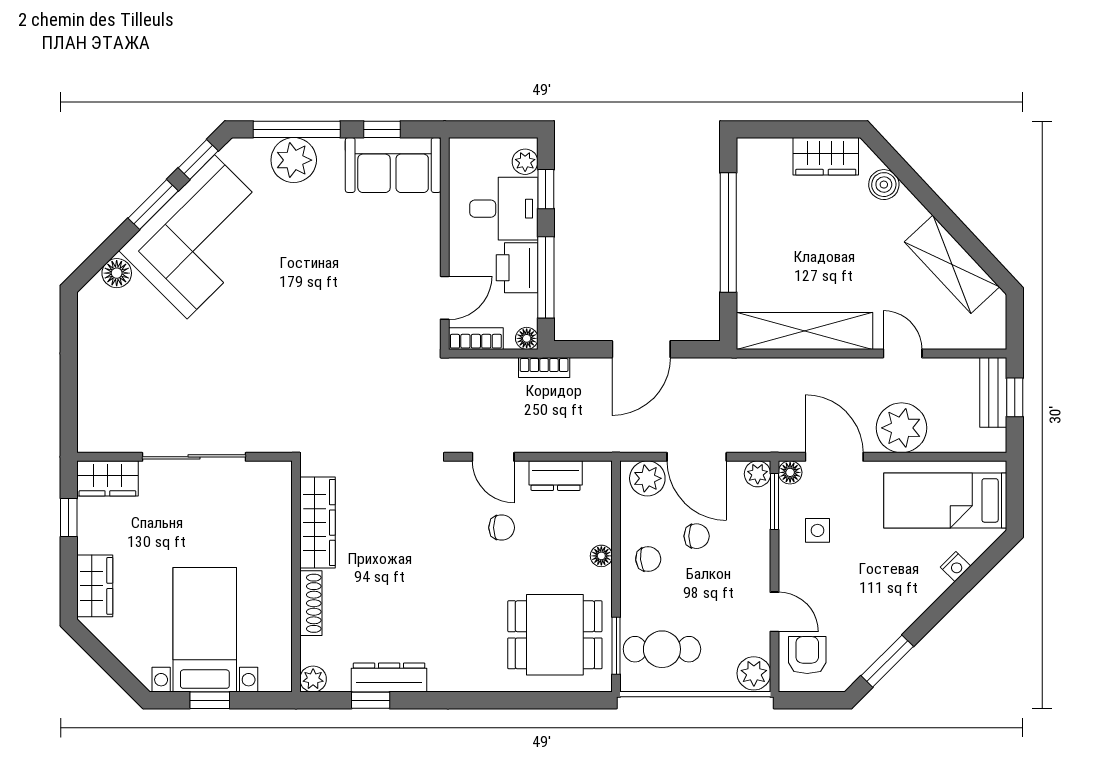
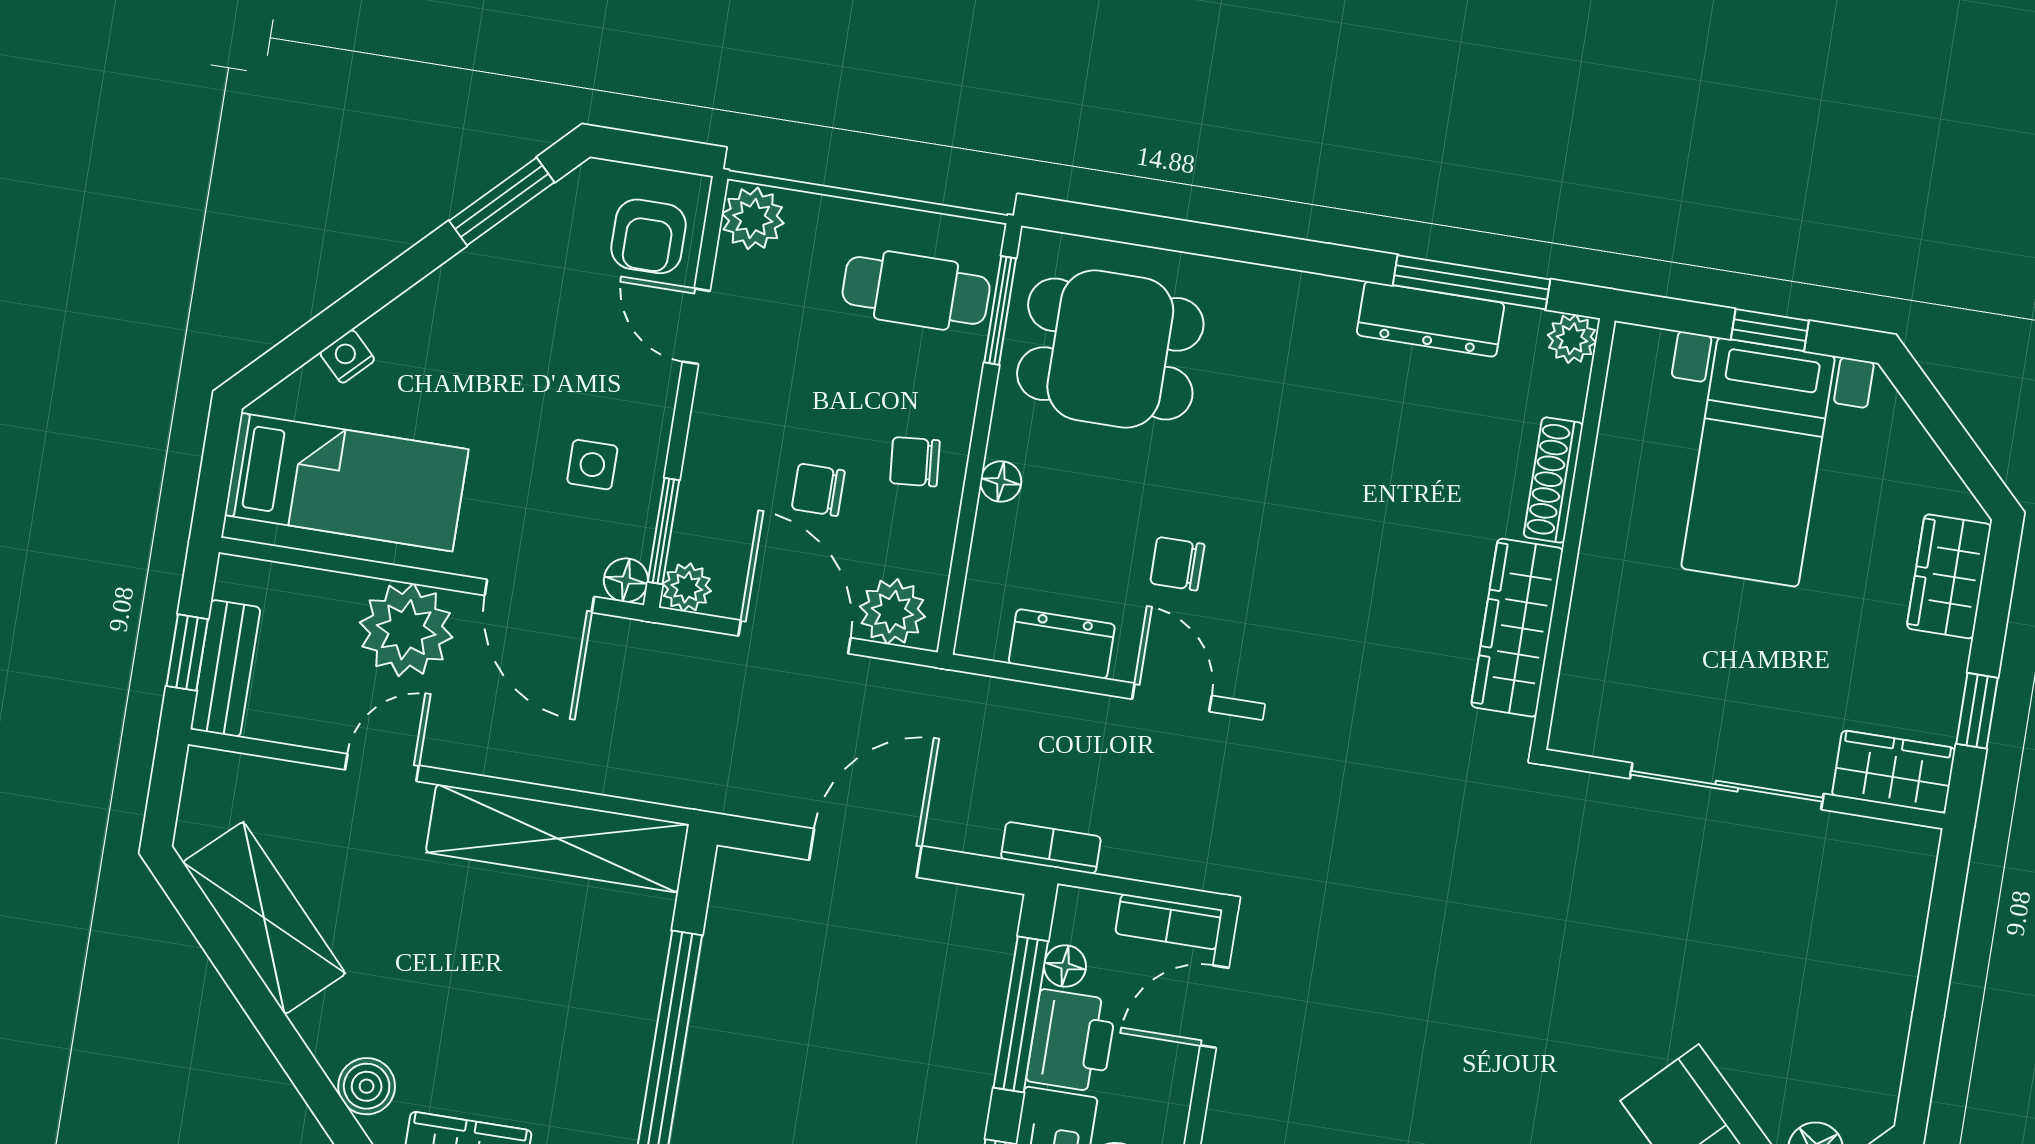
floor lamp: (527, 338) -> (1065, 966), moved
door: (903, 353) -> (382, 768), swing flipped
window: (371, 700) -> (1472, 282), width x2.17

